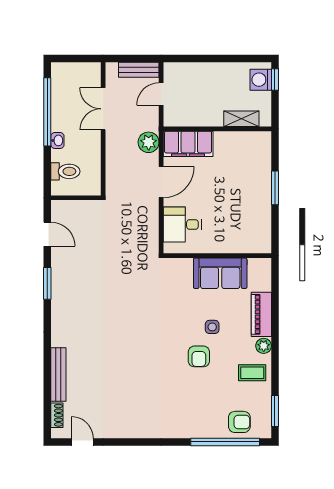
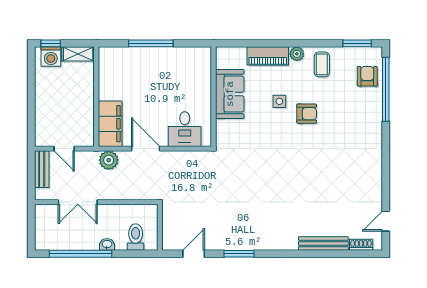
shelving: (241, 119) -> (78, 54), moved, turned 90
window: (275, 188) -> (151, 43), width x1.44

